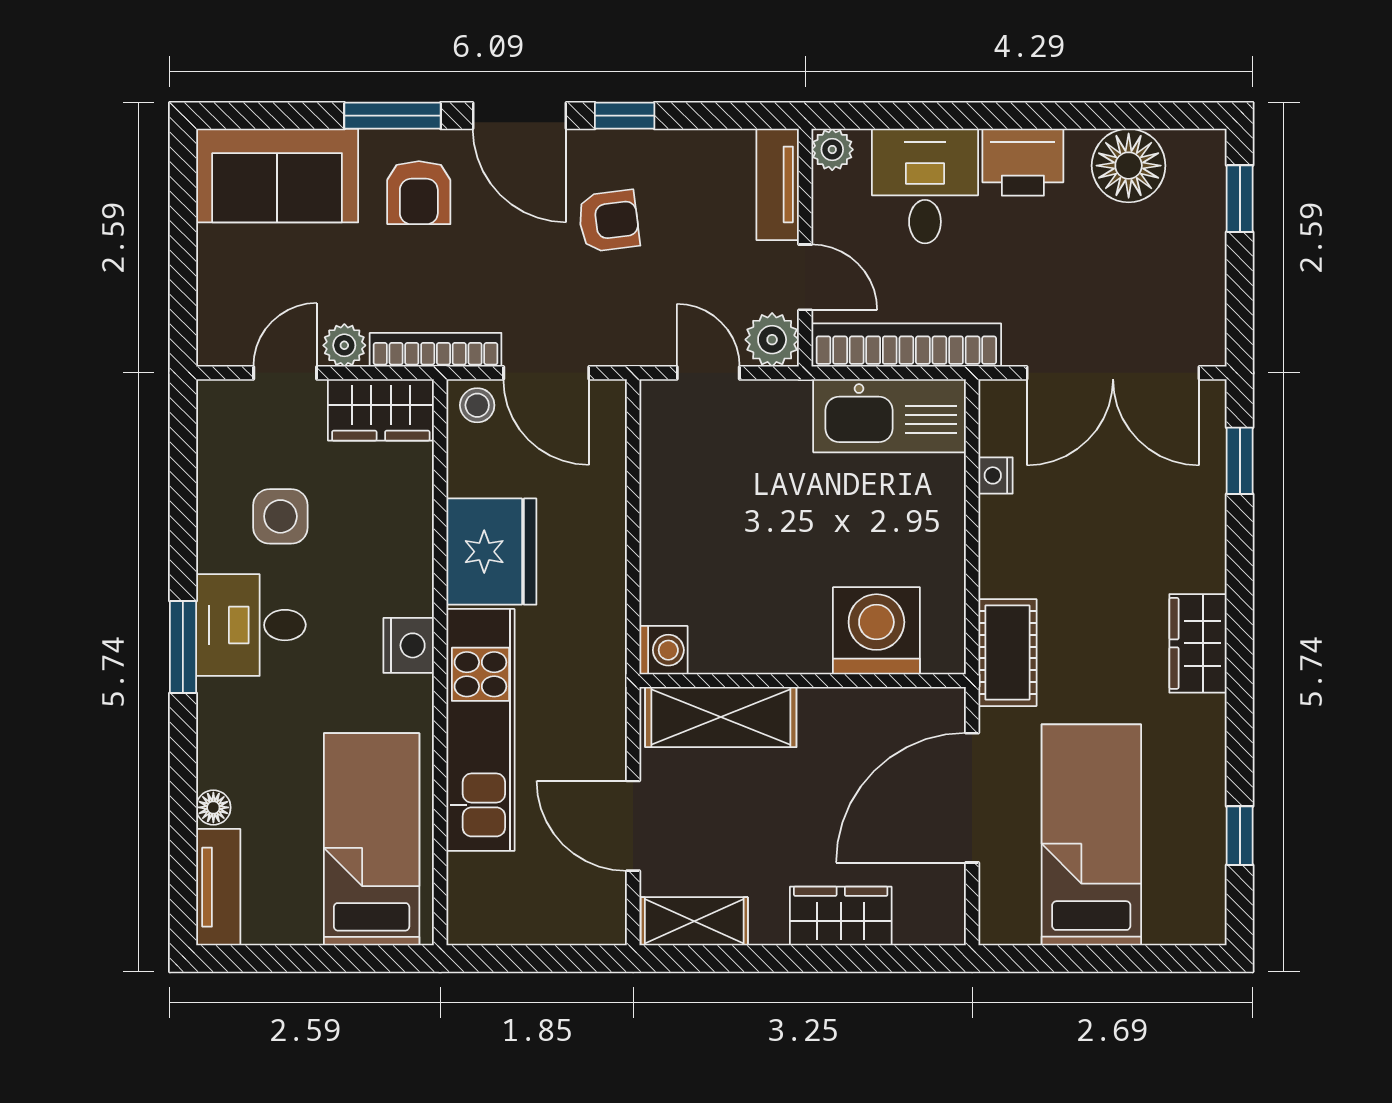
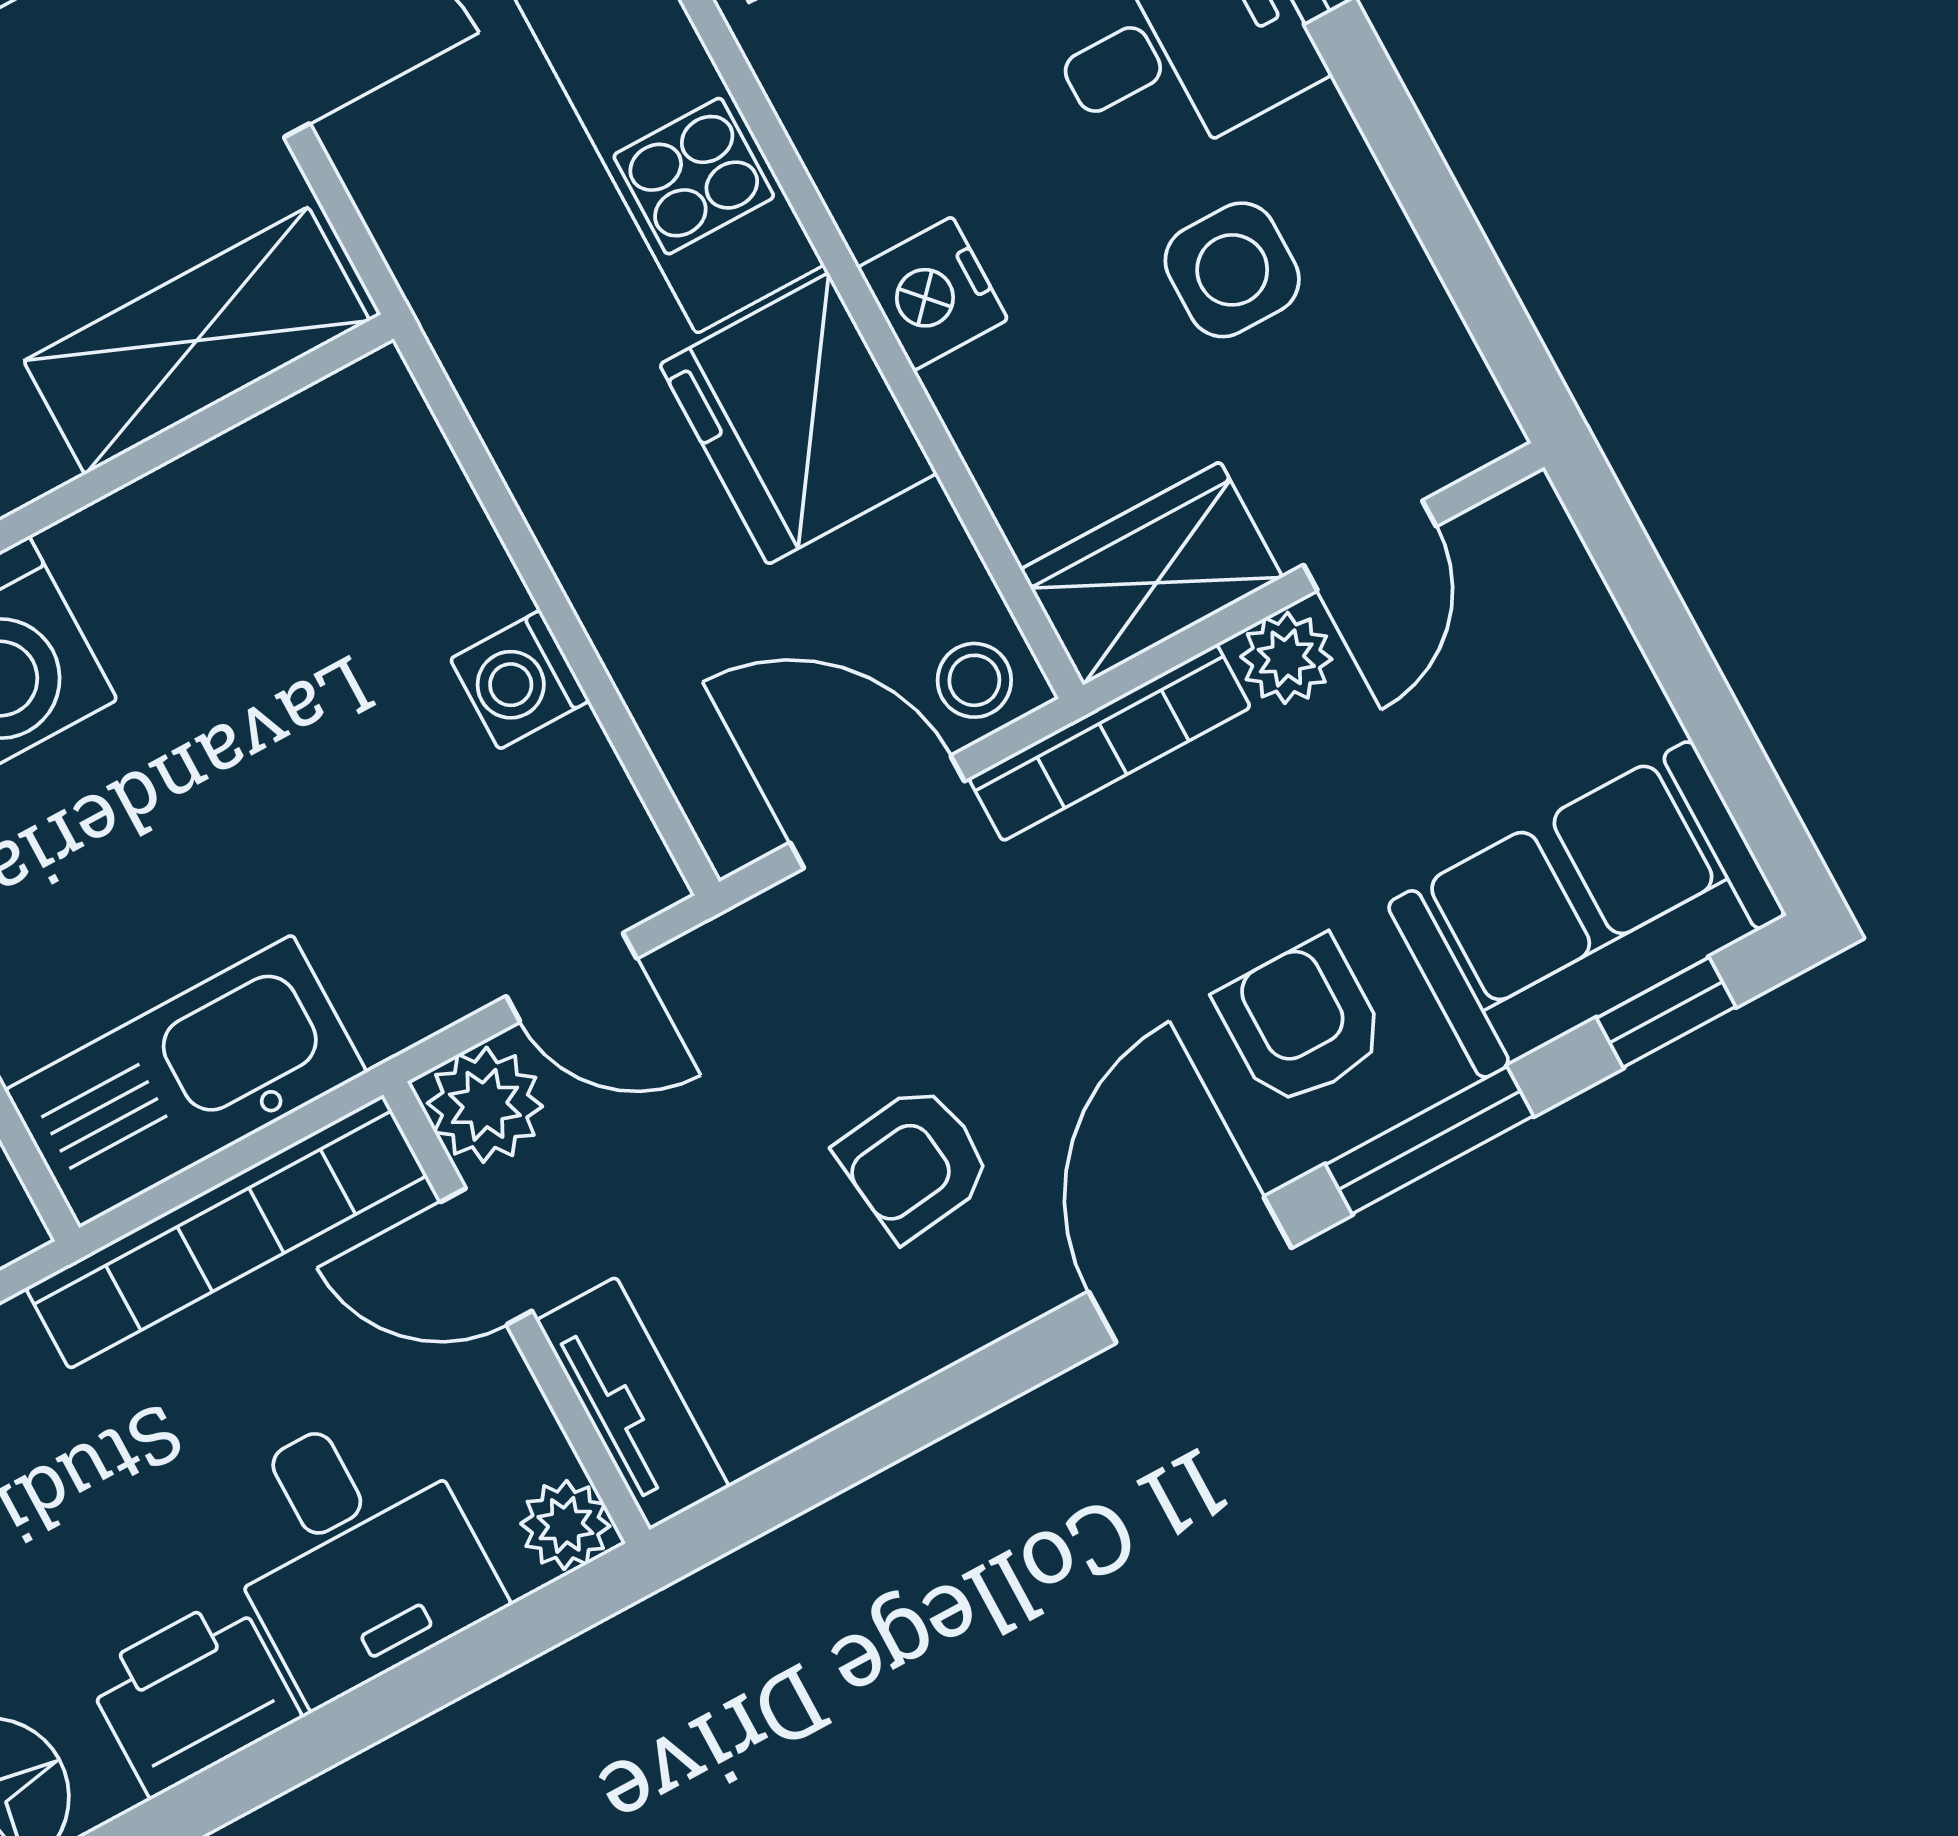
door: (519, 116) -> (1190, 1270), hinge flipped
window: (625, 116) -> (1666, 1012), moved
nightstand: (409, 645) -> (933, 294), moved
washing machine: (663, 650) -> (520, 680), moved

